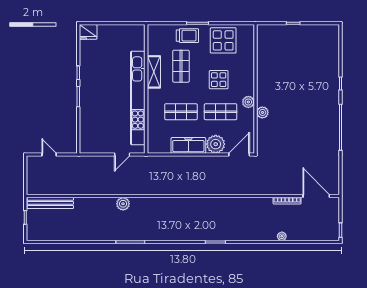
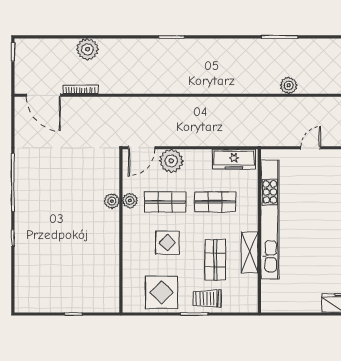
plant: (248, 102) -> (130, 201), moved
freezer: (188, 145) -> (234, 159), moved
door: (122, 155) -> (311, 148), moved
plant: (282, 236) -> (87, 49), width x1.88, depth x1.88

